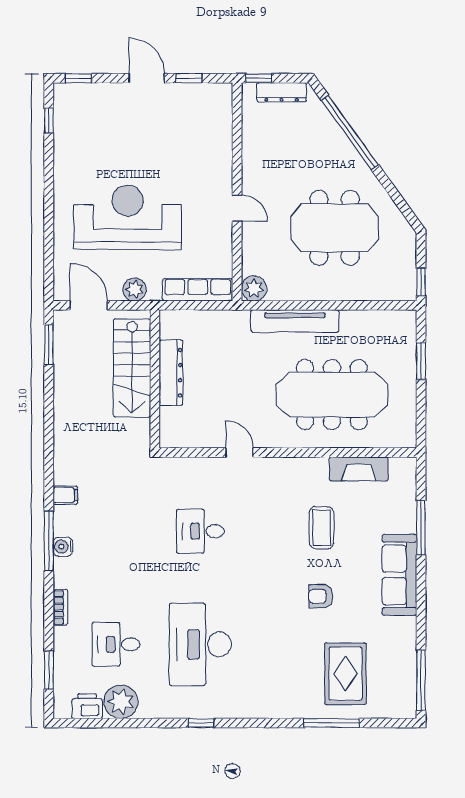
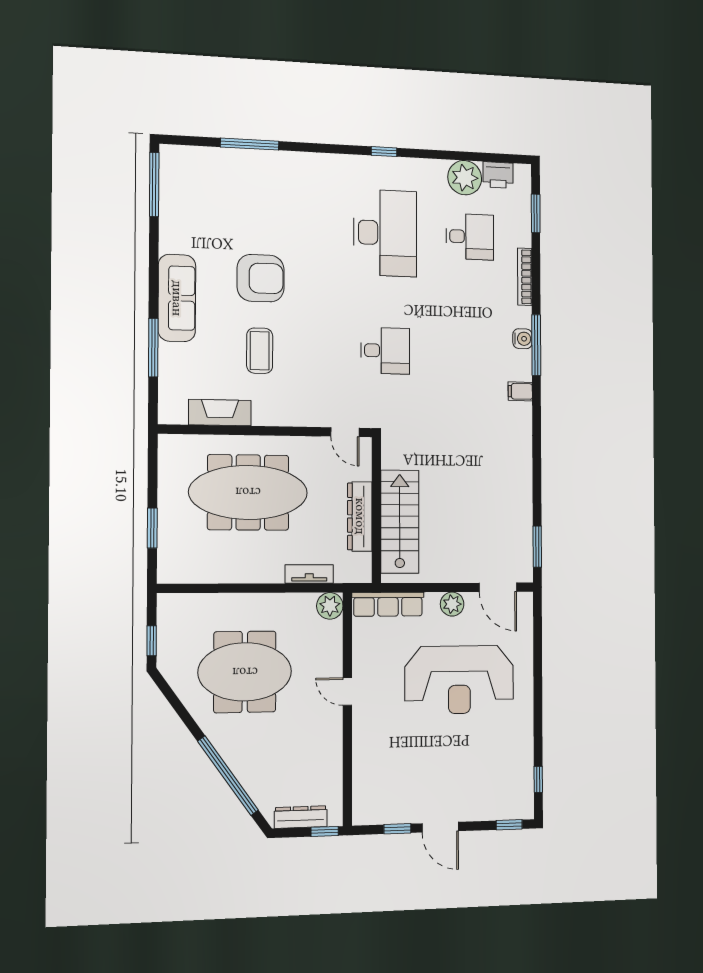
window: (421, 282) -> (152, 641), moved
tv unit: (295, 321) -> (309, 574), width x0.52, depth x0.78
stairs: (132, 368) -> (400, 522), moved
dresser: (171, 373) -> (360, 516), moved
wall: (155, 379) -> (376, 510), moved
armchair: (321, 596) -> (261, 278), width x1.88, depth x1.88
bookcase: (60, 607) -> (525, 277), width x1.56
rug: (345, 674) -> (235, 195), removed

